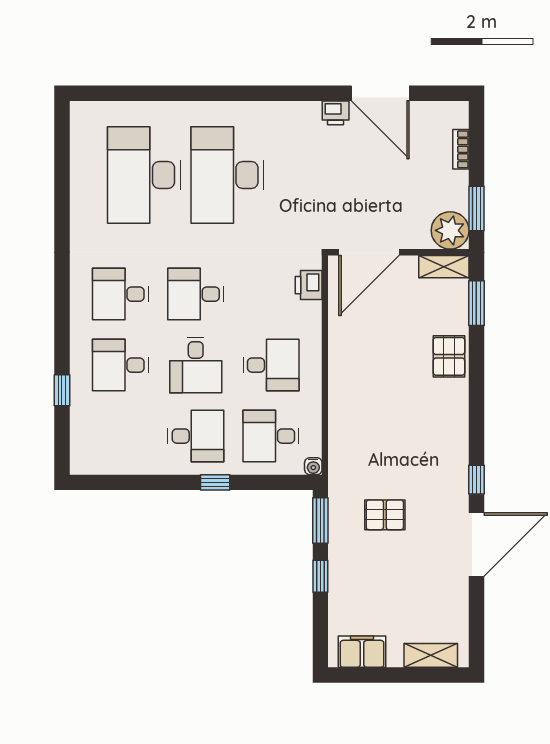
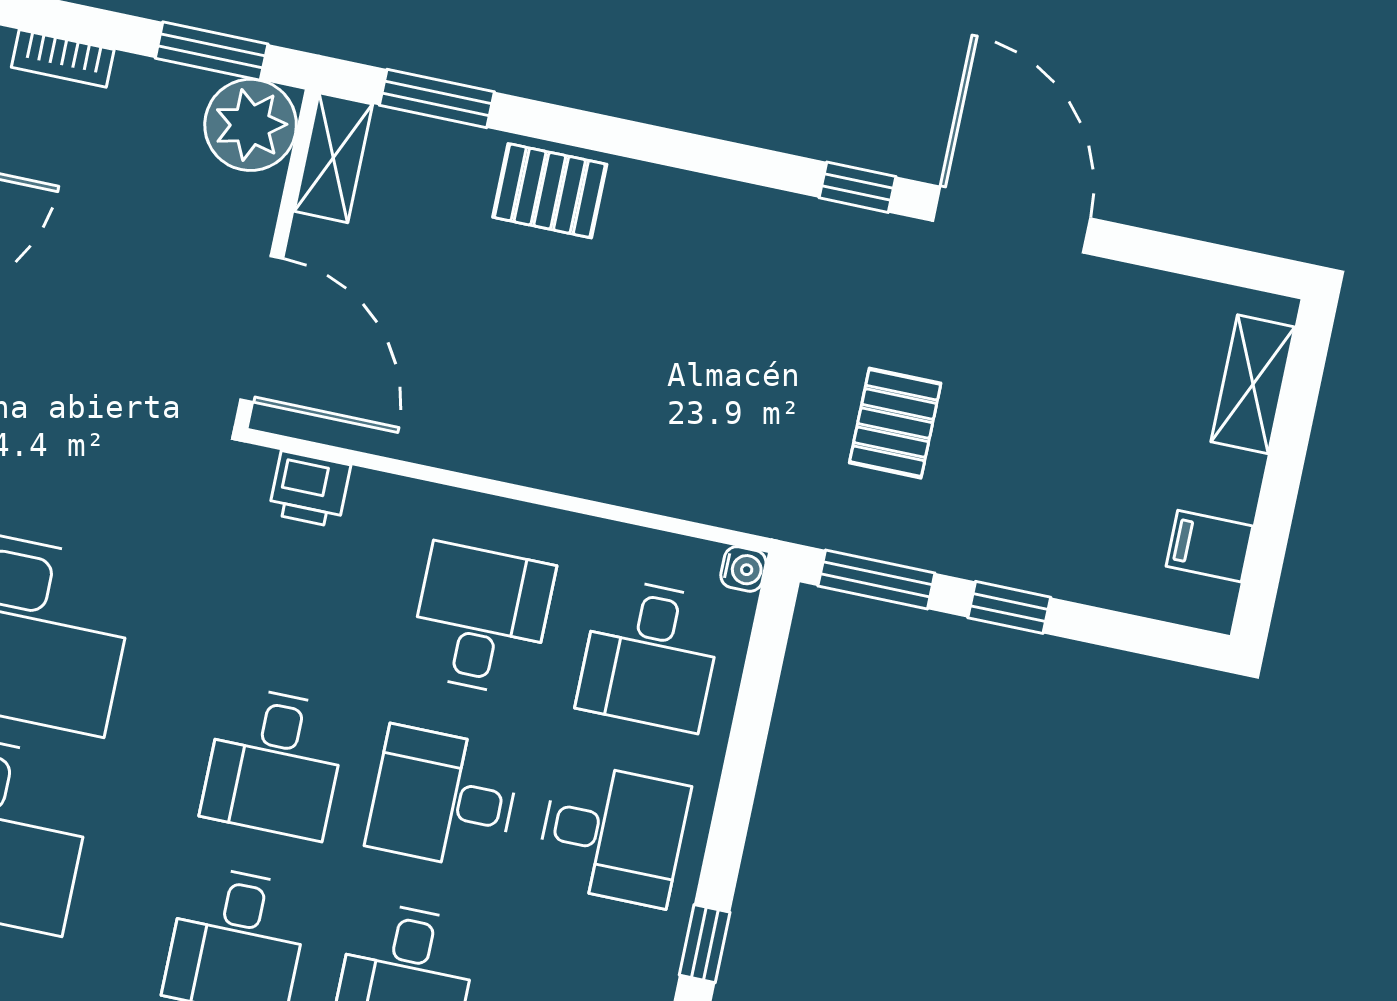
desk: (196, 365) -> (443, 798), turned 180
desk: (196, 436) -> (613, 834), turned 90
window: (215, 482) -> (705, 944), moved
filing cabinet: (362, 652) -> (1209, 546), width x0.50

